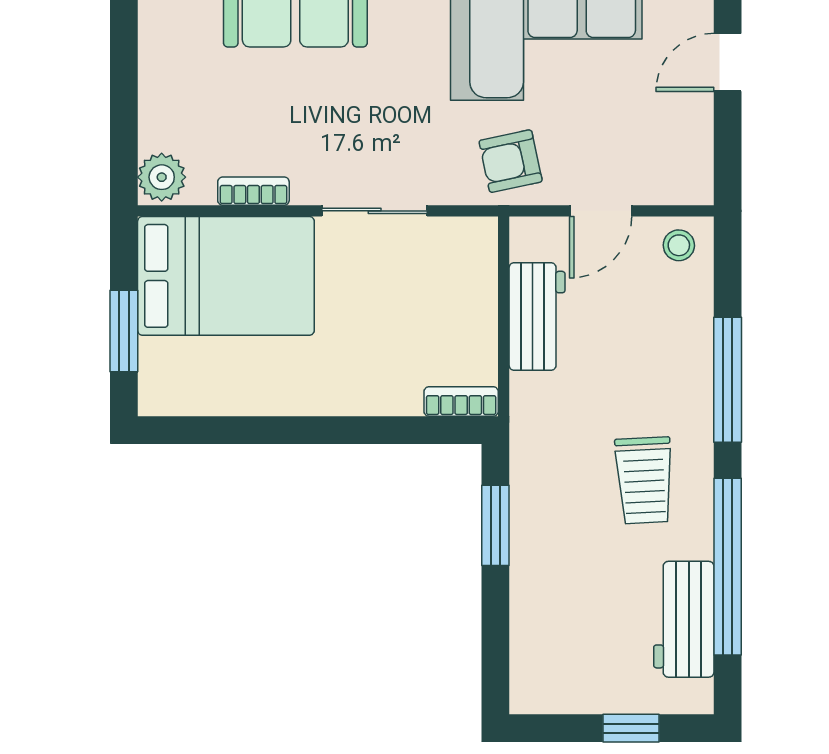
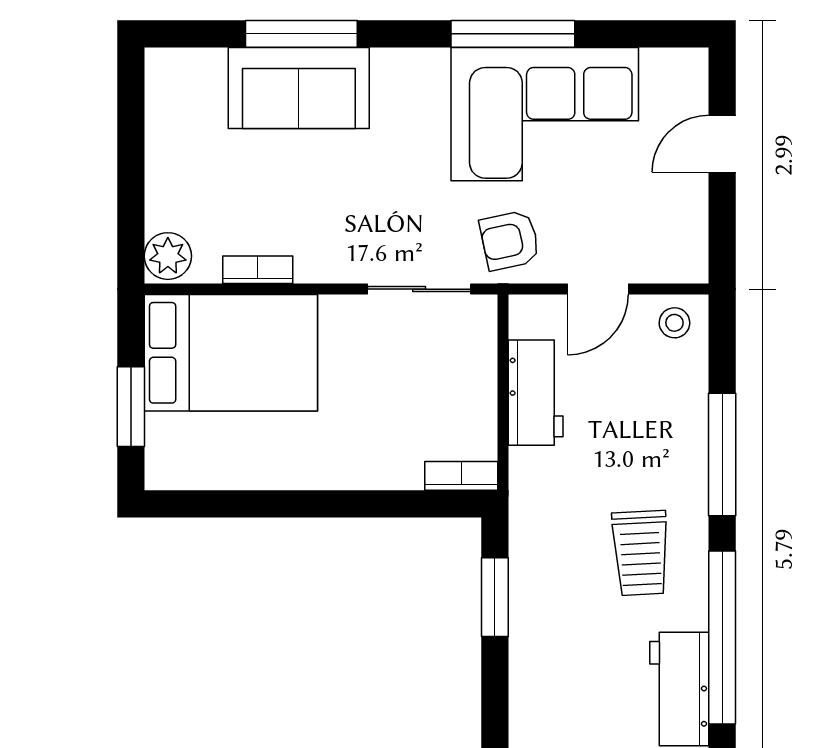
sliding door: (375, 211) -> (419, 289), moved

